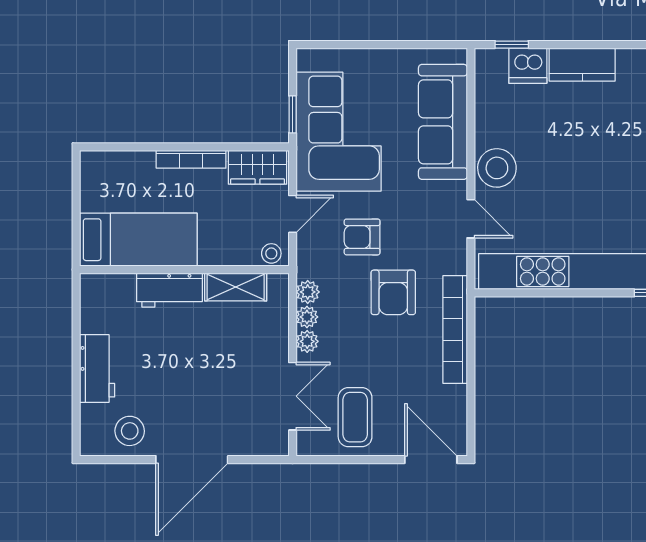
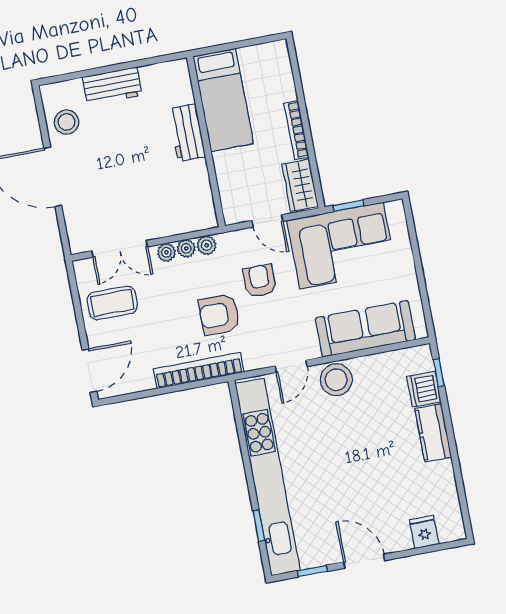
stool: (271, 253) -> (232, 210), removed
shelving: (236, 287) -> (200, 186), removed

